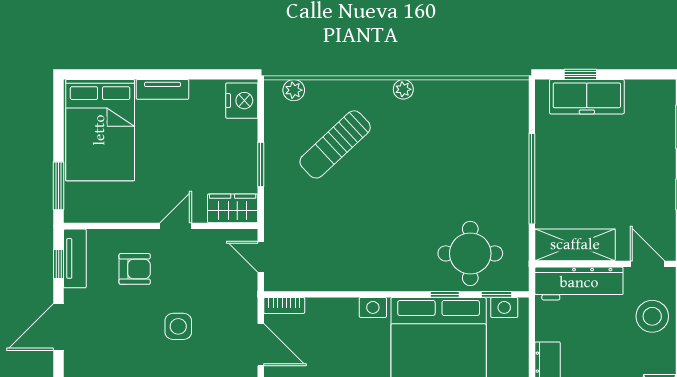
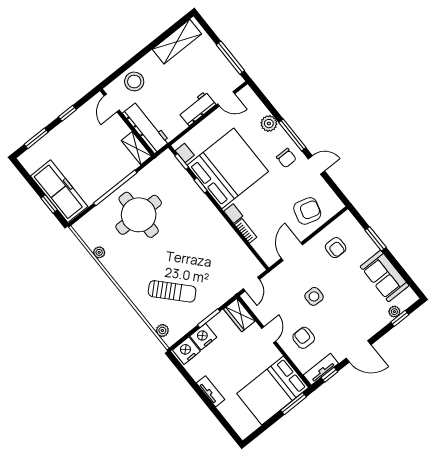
plant: (403, 89) -> (99, 252), moved
freezer: (587, 97) -> (59, 191), width x1.36, depth x1.26
bed: (100, 130) -> (273, 391), moved, turned 180
nightstand: (242, 138) -> (203, 337), added
door: (176, 226) -> (269, 335), swing flipped
shelving: (575, 245) -> (137, 148), width x0.67, depth x0.75
round table: (470, 253) -> (139, 215), moved, width x1.36, depth x1.36
bookcase: (284, 305) -> (246, 231), moved

